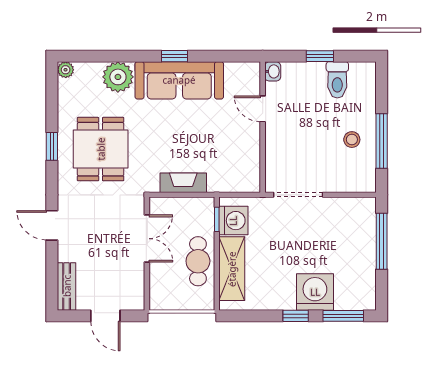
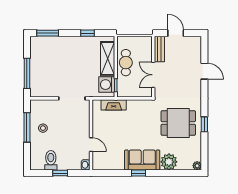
sofa: (179, 80) -> (142, 160), width x0.73
dining table: (101, 149) -> (178, 123), turned 90
fireplace: (183, 183) -> (114, 105), moved
door: (52, 225) -> (204, 71), moved
bench: (67, 286) -> (159, 49), moved
washing machine: (315, 292) -> (63, 46), removed
window: (296, 316) -> (87, 33), moved

